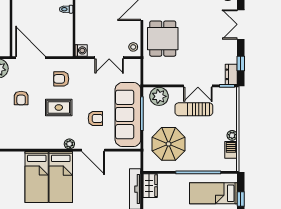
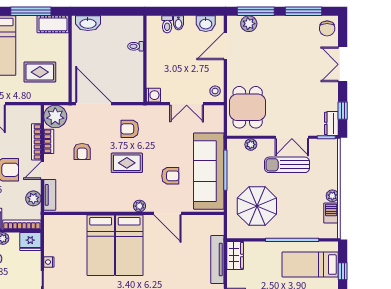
dining table: (163, 39) -> (248, 107), moved
plant: (159, 96) -> (251, 145), width x0.53, depth x0.53

